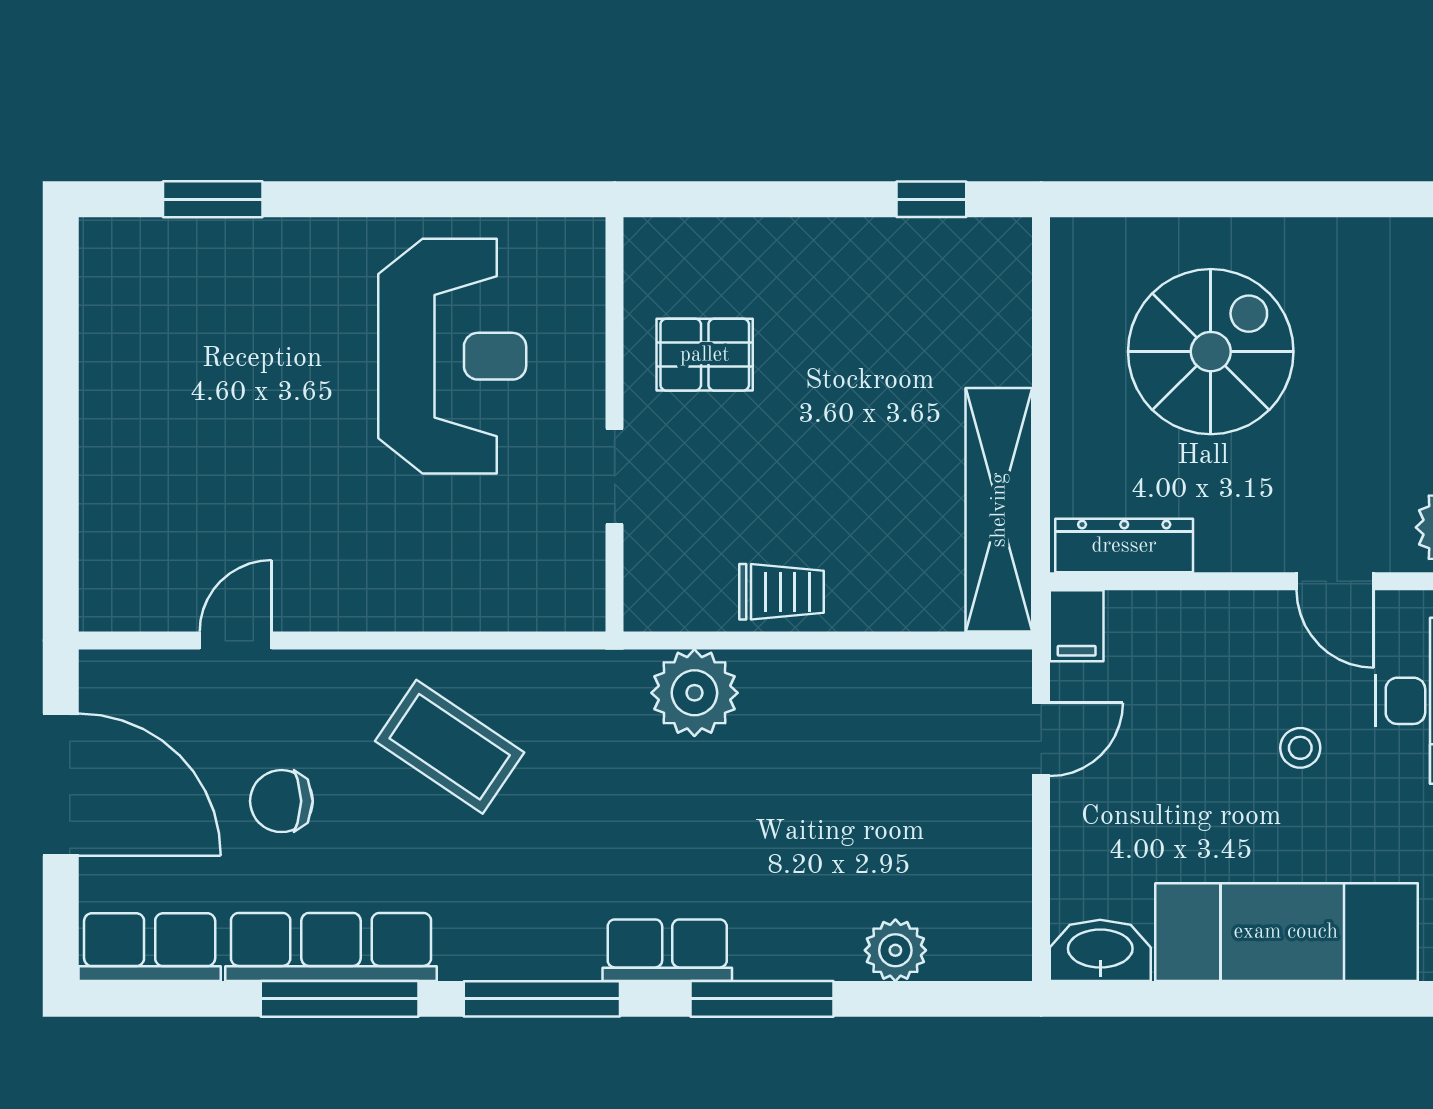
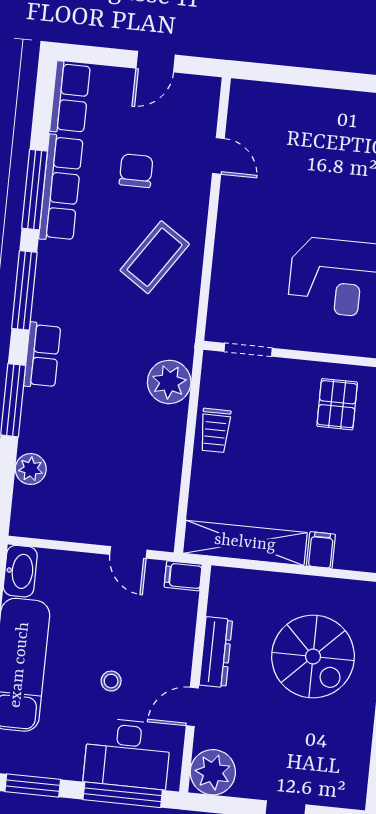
filing cabinet: (998, 357) -> (321, 550), added
doorway: (615, 477) -> (248, 350), moved
dresser: (1124, 546) -> (216, 652), moved
door: (61, 784) -> (156, 62), width x0.53

